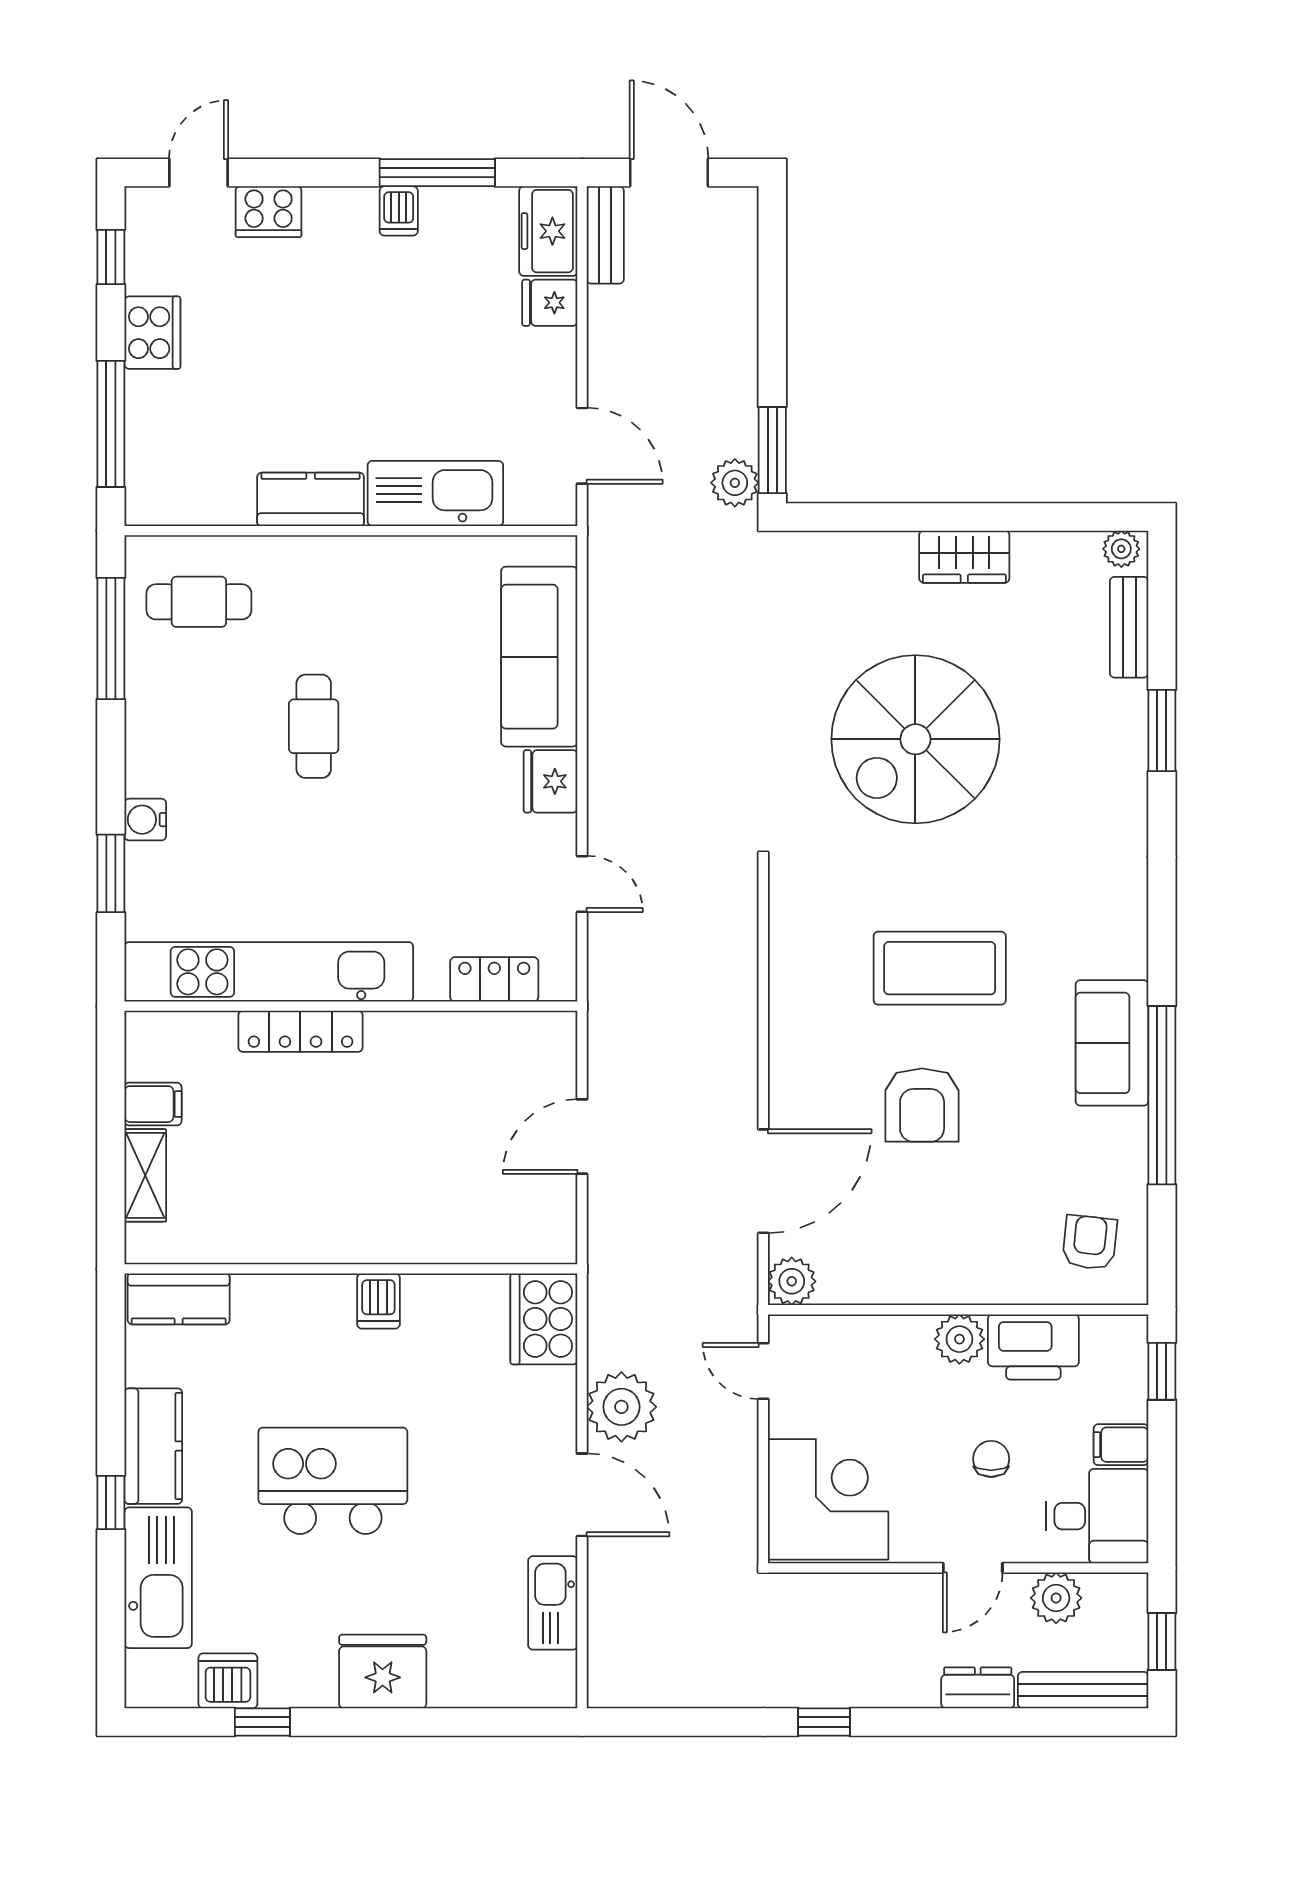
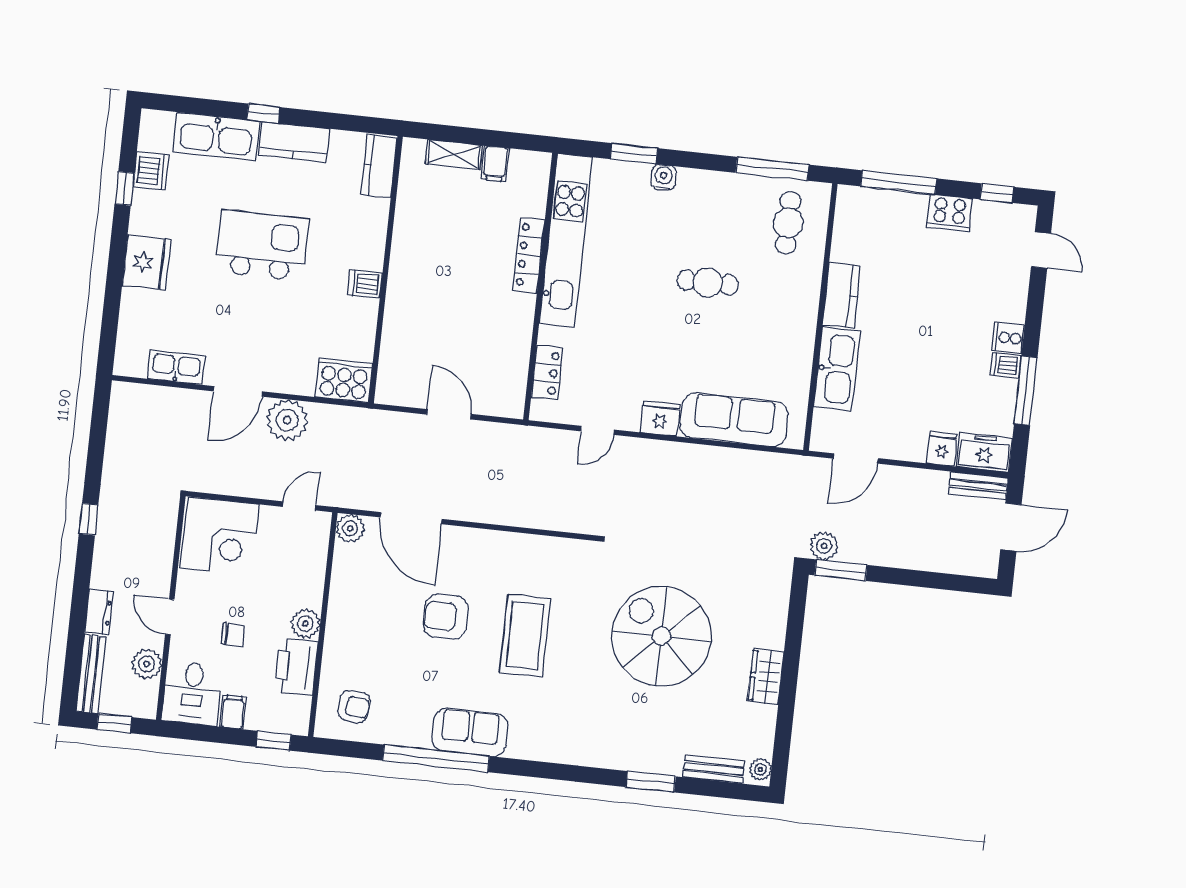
cooker: (269, 212) -> (1008, 338), moved, width x0.73
kitchen island: (333, 1481) -> (262, 245), turned -90

